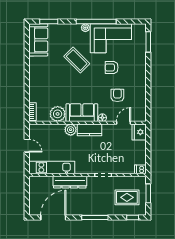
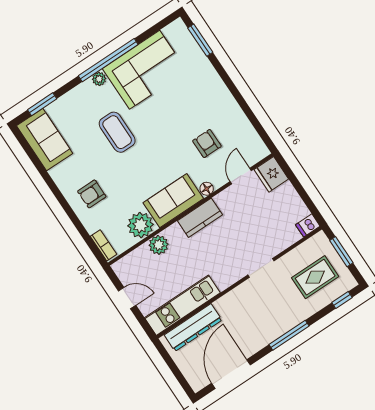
coffee table: (77, 60) -> (117, 132), turned 45
armchair: (112, 67) -> (92, 194), moved
plant: (71, 130) -> (159, 245), moved
dresser: (70, 182) -> (193, 327), moved

